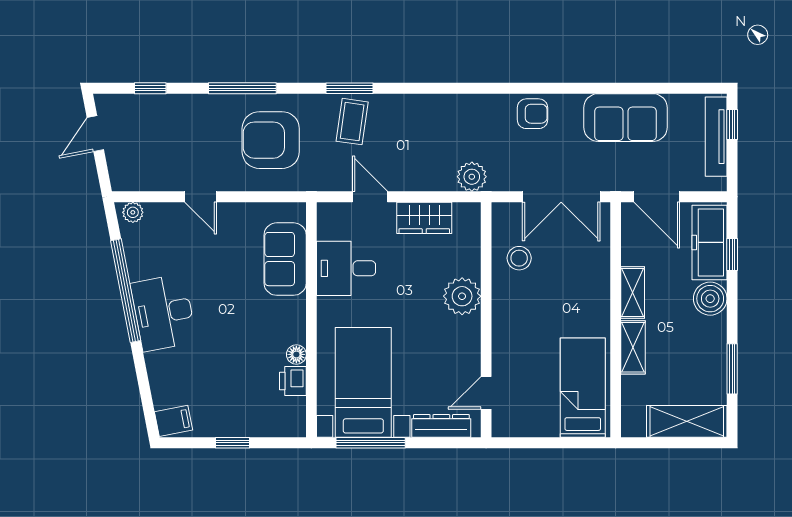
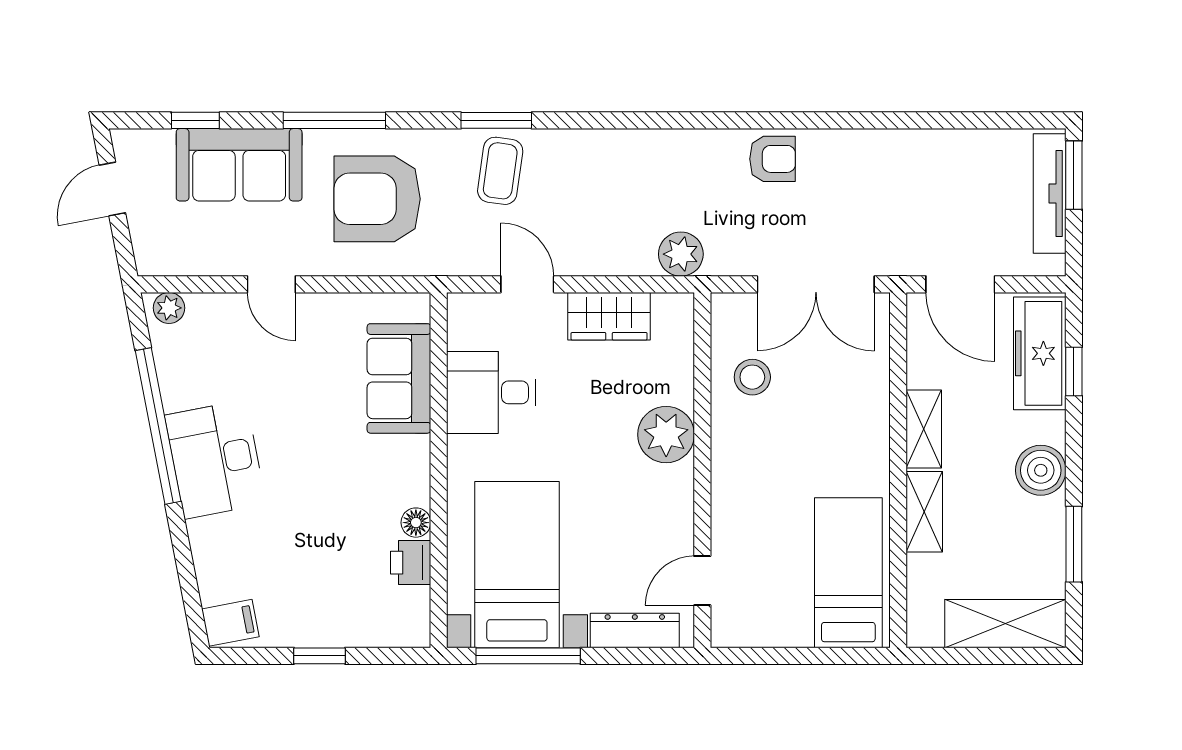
sofa: (625, 118) -> (239, 165), moved
window: (732, 124) -> (1074, 175), width x1.50
boiler: (710, 299) -> (1041, 470), moved

